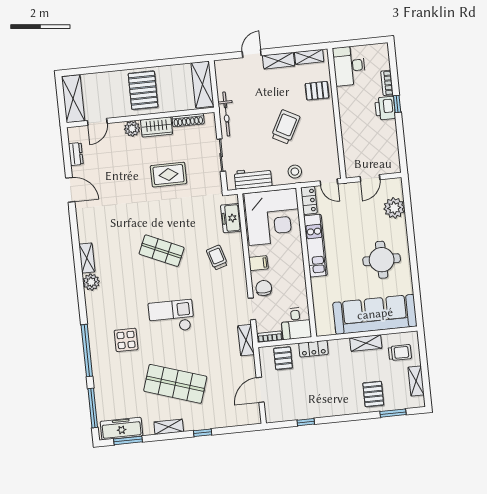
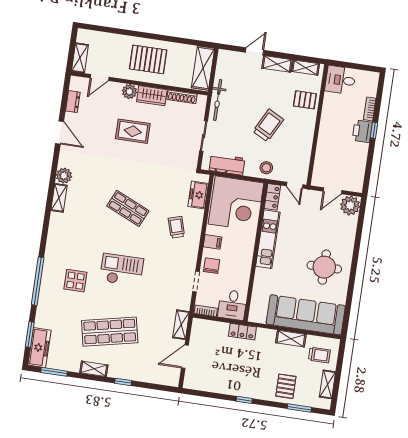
desk: (349, 66) -> (340, 80), width x0.73
pallet: (143, 90) -> (148, 59), turned 90
shelving: (73, 99) -> (80, 58), width x0.67, depth x0.75
rug: (169, 175) -> (133, 131), moved
plant: (394, 208) -> (350, 205), moved
plant: (91, 282) -> (64, 176), moved
shelving: (246, 340) -> (181, 325), moved
pallet: (283, 358) -> (213, 333), removed
shop shelf: (175, 384) -> (110, 332), turned -30
window: (93, 408) -> (30, 334), width x0.69
window: (306, 422) -> (244, 400), moved
freezer: (121, 429) -> (40, 348), moved, turned 90

